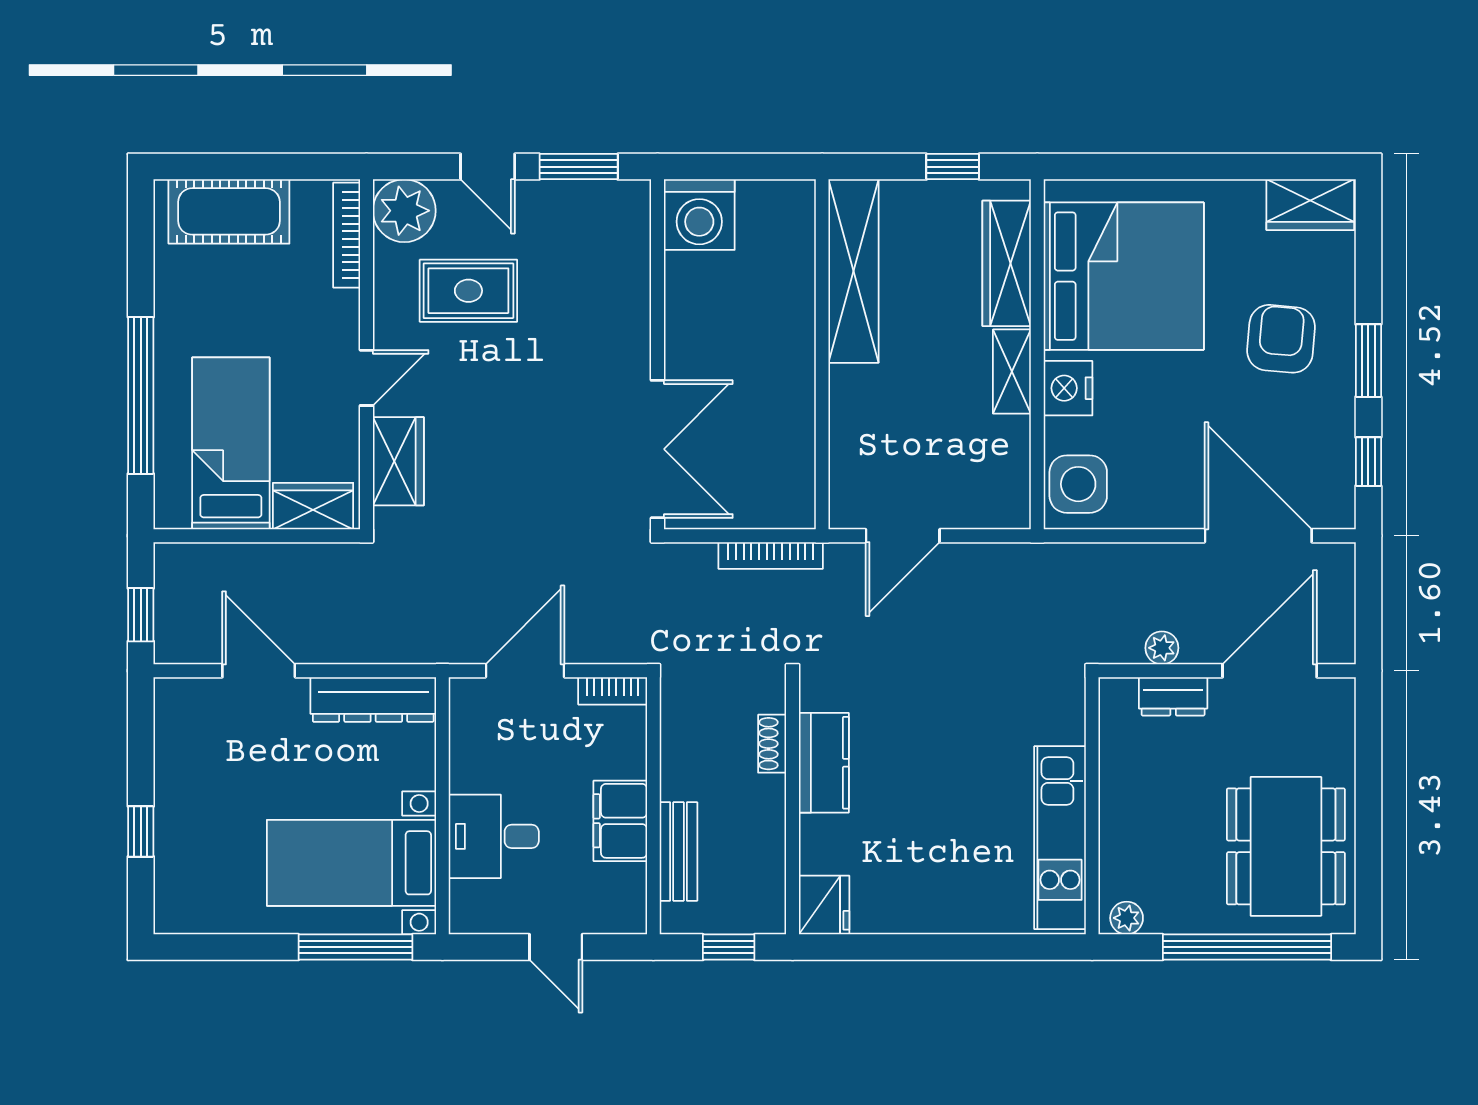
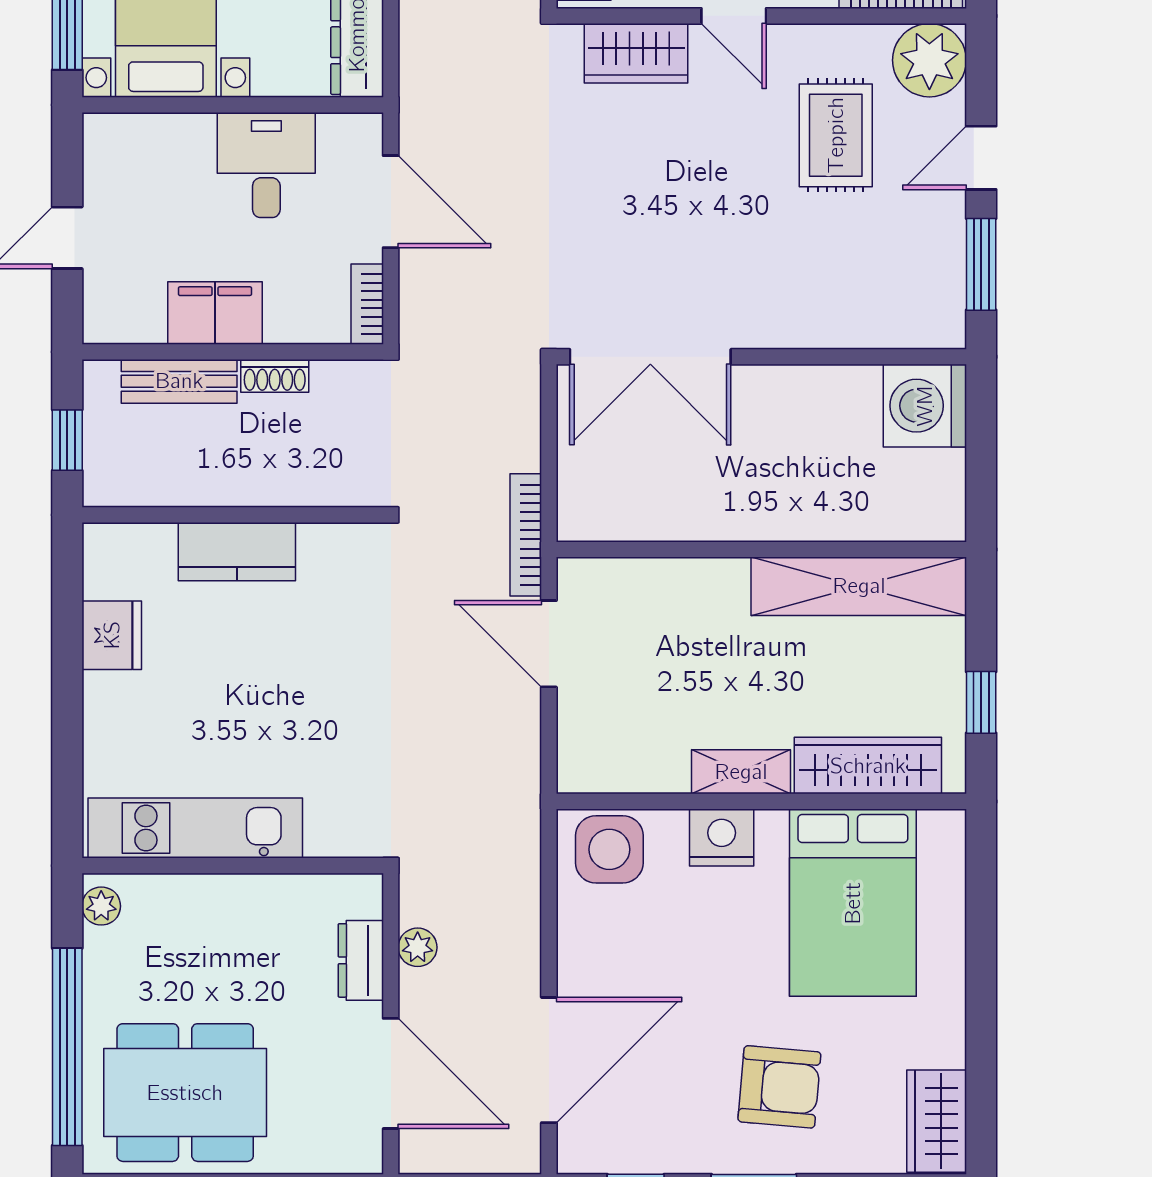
bed: (1124, 276) -> (853, 903), width x0.73
bookcase: (771, 555) -> (526, 535), moved
shoe rack: (772, 744) -> (275, 376), moved, turned 180
kitchen counter: (824, 763) -> (237, 552), moved
desk: (494, 836) -> (266, 165), moved
fridge: (824, 905) -> (112, 635), moved, turned -90

